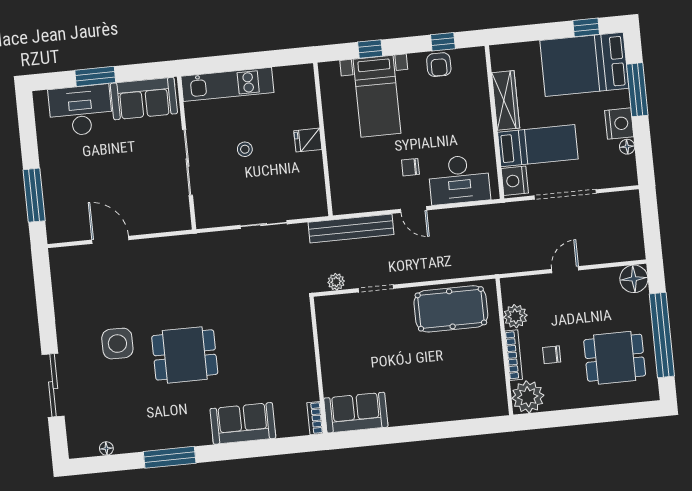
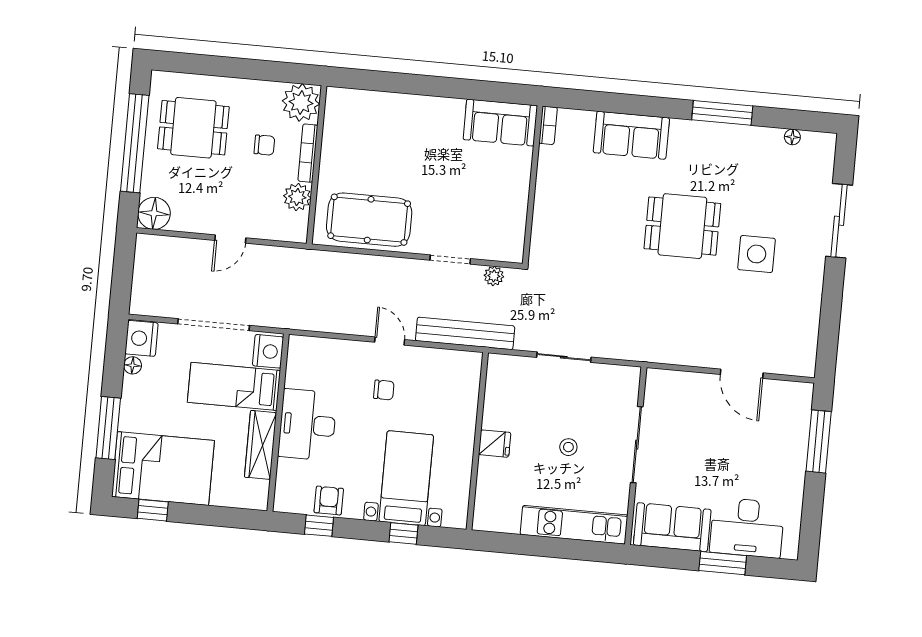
nightstand: (619, 124) -> (141, 338), moved
desk: (459, 180) -> (307, 425), moved, turned -90

